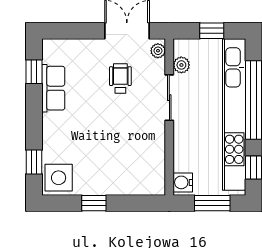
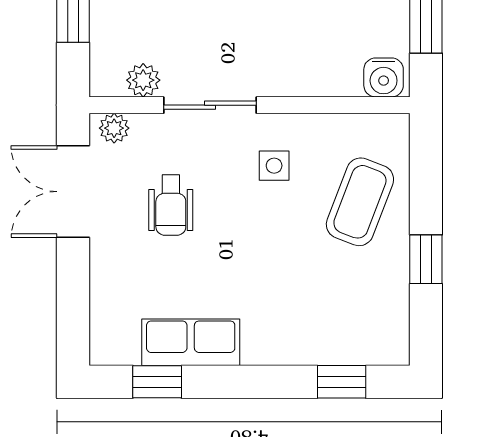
wheelchair: (120, 78) -> (171, 205), turned -90
coffee table: (122, 171) -> (360, 202), added
side table: (59, 178) -> (274, 166), moved, width x0.54, depth x0.54

